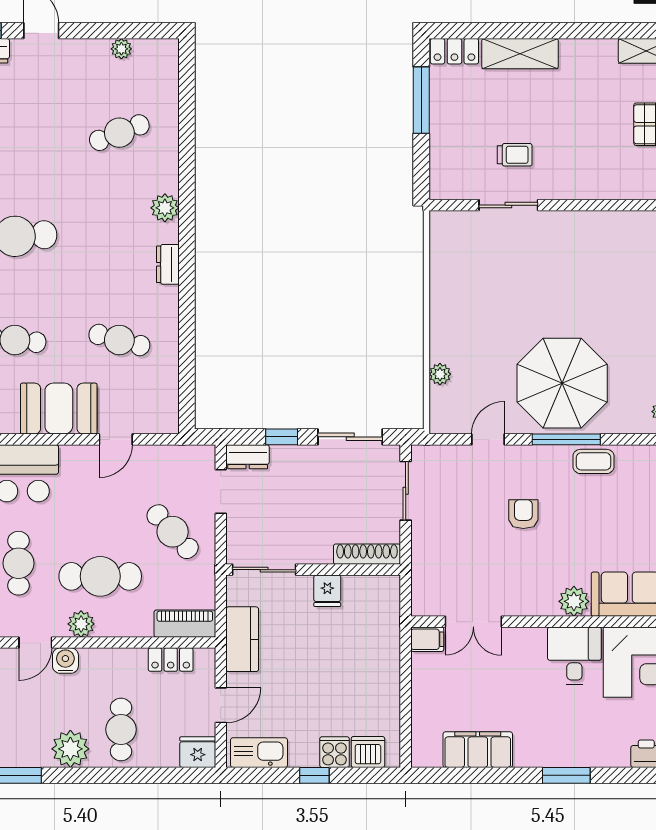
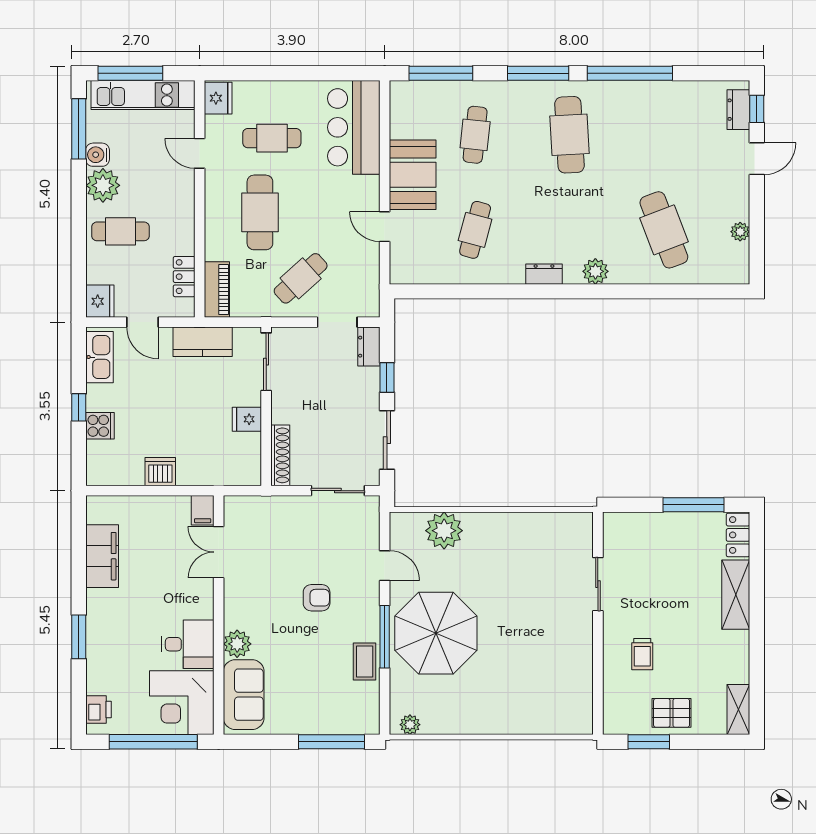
cafe table: (119, 133) -> (664, 230), width x1.37, depth x1.35
trolley: (515, 155) -> (642, 654), moved
plant: (440, 374) -> (444, 531), width x1.88, depth x1.88
plant: (81, 624) -> (217, 195), removed
water cooler: (65, 661) -> (98, 155), moved, turned 180
dishwasher: (368, 752) -> (160, 472), moved, turned -90

